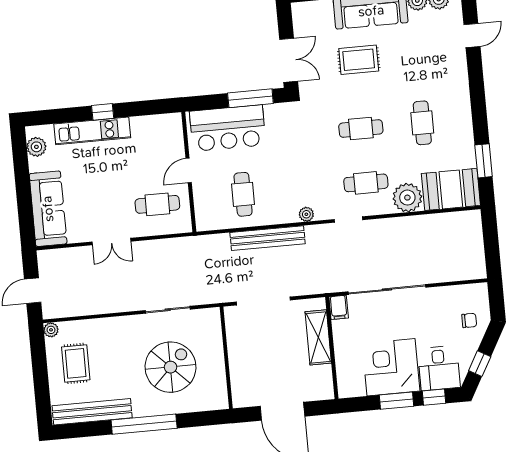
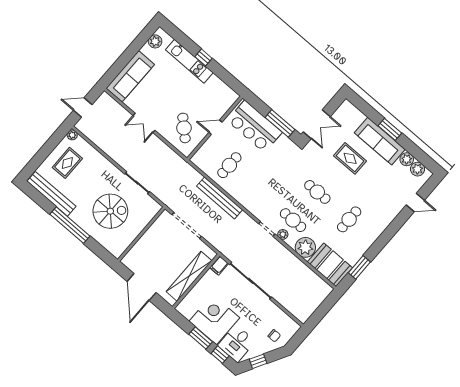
cafe table: (157, 204) -> (184, 128), turned 43
plant: (306, 214) -> (283, 234), moved
shelving: (318, 337) -> (189, 276), width x1.47

